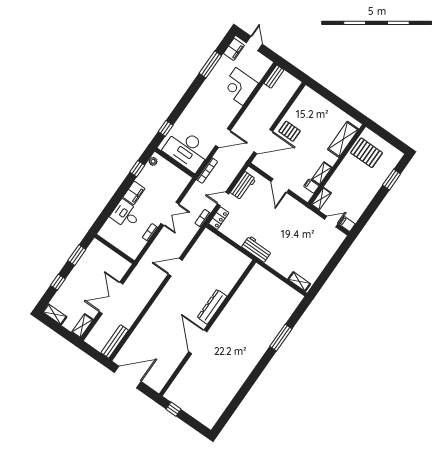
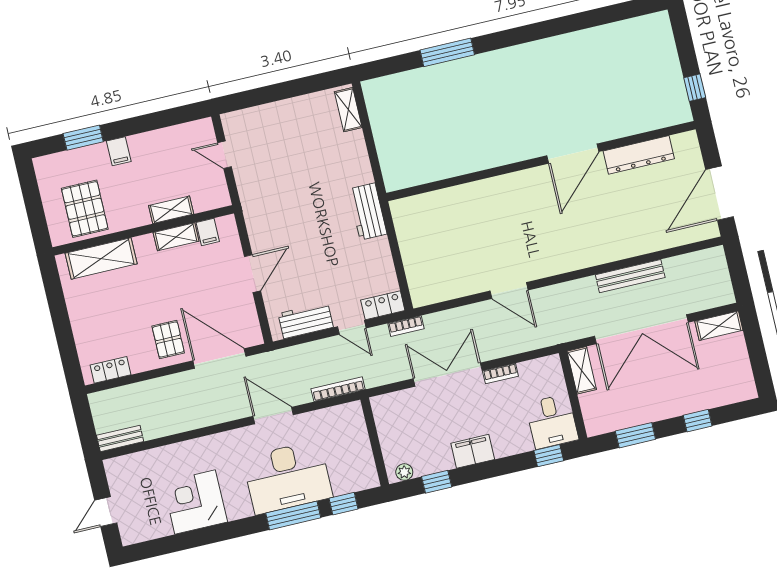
filing cabinet: (234, 49) -> (143, 529), removed
window: (210, 64) -> (293, 515), moved
corner desk: (239, 86) -> (195, 502), moved, turned 180
locker: (301, 100) -> (110, 370), added
desk: (187, 150) -> (288, 477), moved, turned 90
shelving: (321, 199) -> (171, 210), moved
desk: (126, 214) -> (552, 421), moved
double door: (170, 214) -> (448, 375), width x1.37
window: (103, 217) -> (549, 456), added
filing cabinet: (347, 224) -> (119, 151), moved
double door: (111, 298) -> (641, 329), width x1.36
dresser: (212, 307) -> (639, 155), moved
shelving: (55, 314) -> (582, 370), moved
bench: (115, 341) -> (630, 276), moved
door: (128, 377) -> (719, 193), hinge flipped

